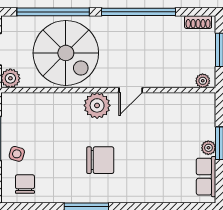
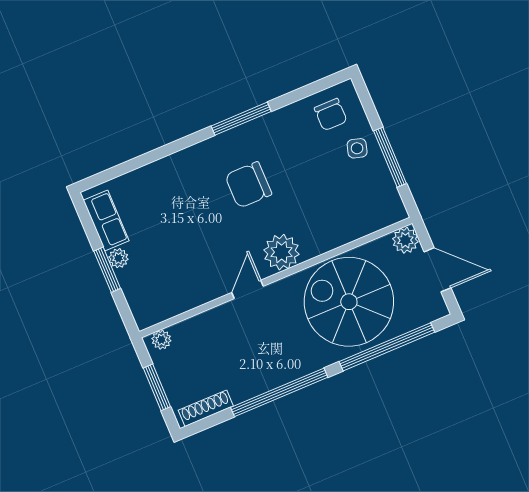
shoe rack: (198, 22) -> (206, 408), width x1.43

